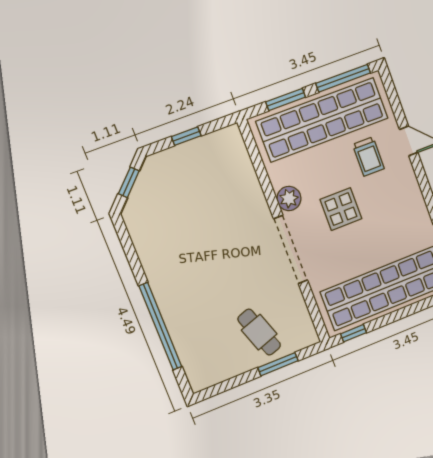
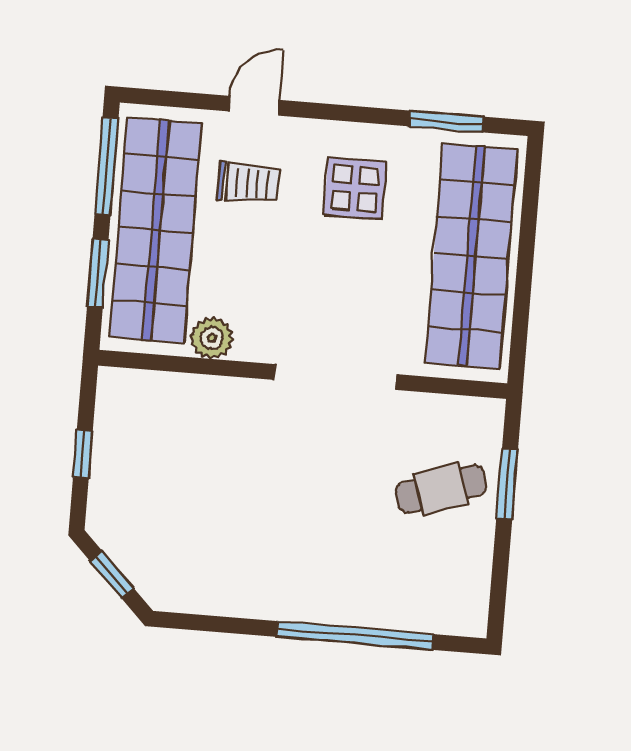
plant: (289, 198) -> (212, 338), moved
display table: (341, 209) -> (355, 188), moved
window: (354, 333) -> (519, 340), removed

